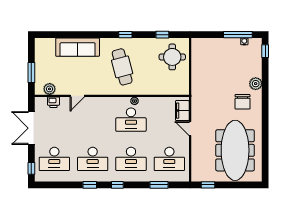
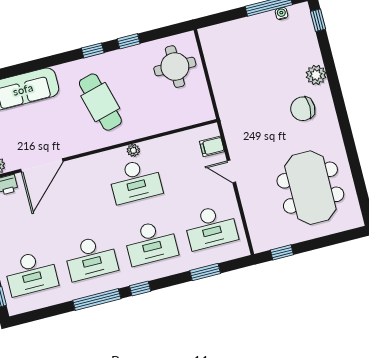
window: (162, 35) -> (129, 41), moved
door: (77, 96) -> (42, 165), width x1.87
chair: (243, 102) -> (303, 109), turned 90
filing cabinet: (182, 111) -> (212, 146), width x0.50
meeting table: (235, 150) -> (310, 188), width x0.73
window: (90, 185) -> (97, 300), width x2.17

